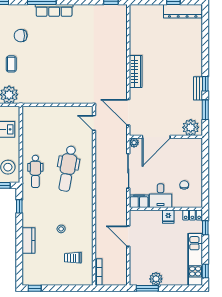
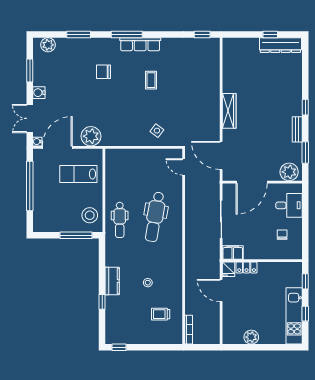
coffee table: (11, 64) -> (151, 80), moved
window: (205, 84) -> (305, 107), moved
side table: (69, 90) -> (157, 131), added
plant: (134, 143) -> (227, 189), removed
desk: (161, 196) -> (289, 205), moved, turned -90
window: (19, 206) -> (102, 302), moved
locker: (192, 215) -> (247, 268), moved
fridge: (168, 217) -> (228, 269), moved
kitchen counter: (28, 241) -> (112, 281), moved
window: (205, 271) -> (305, 314), moved
window: (147, 288) -> (242, 347), removed

